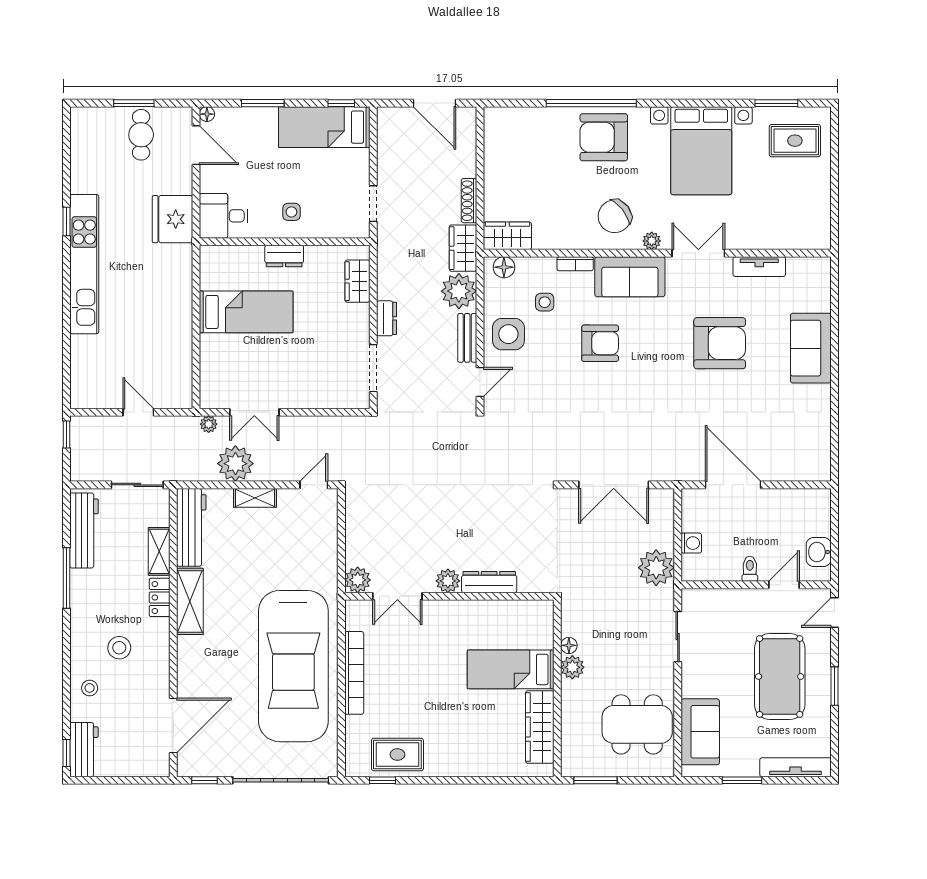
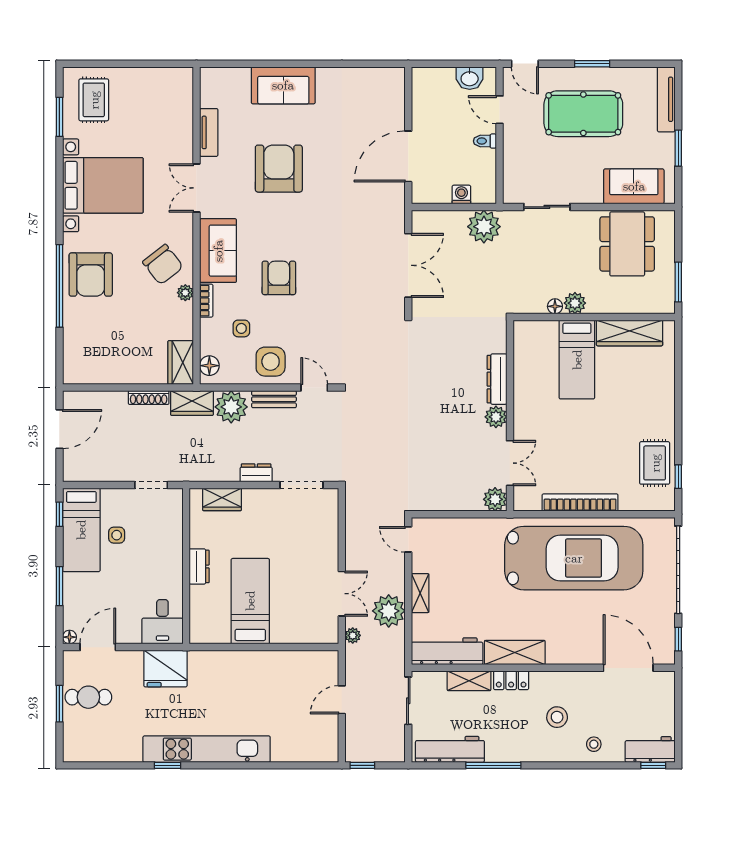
side table: (291, 212) -> (117, 535), moved
plant: (652, 241) -> (185, 293), moved

